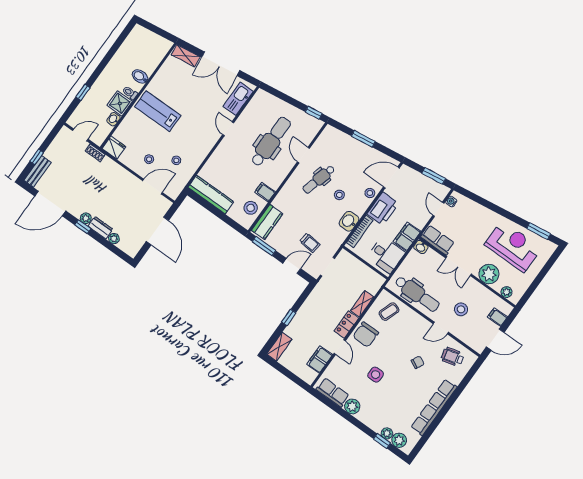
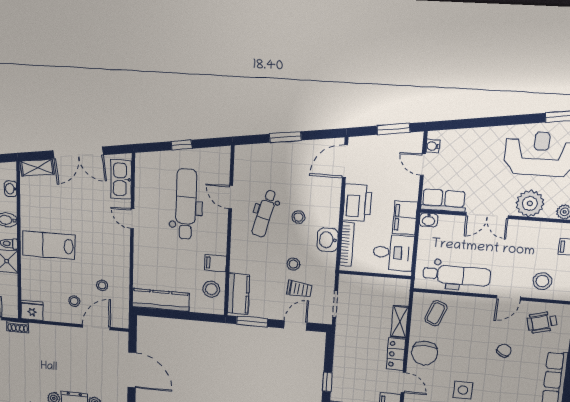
window: (314, 113) -> (181, 145), moved
washbasin: (114, 119) -> (11, 189), moved
stool: (370, 193) -> (293, 264), moved
stool: (461, 309) -> (542, 281), moved

